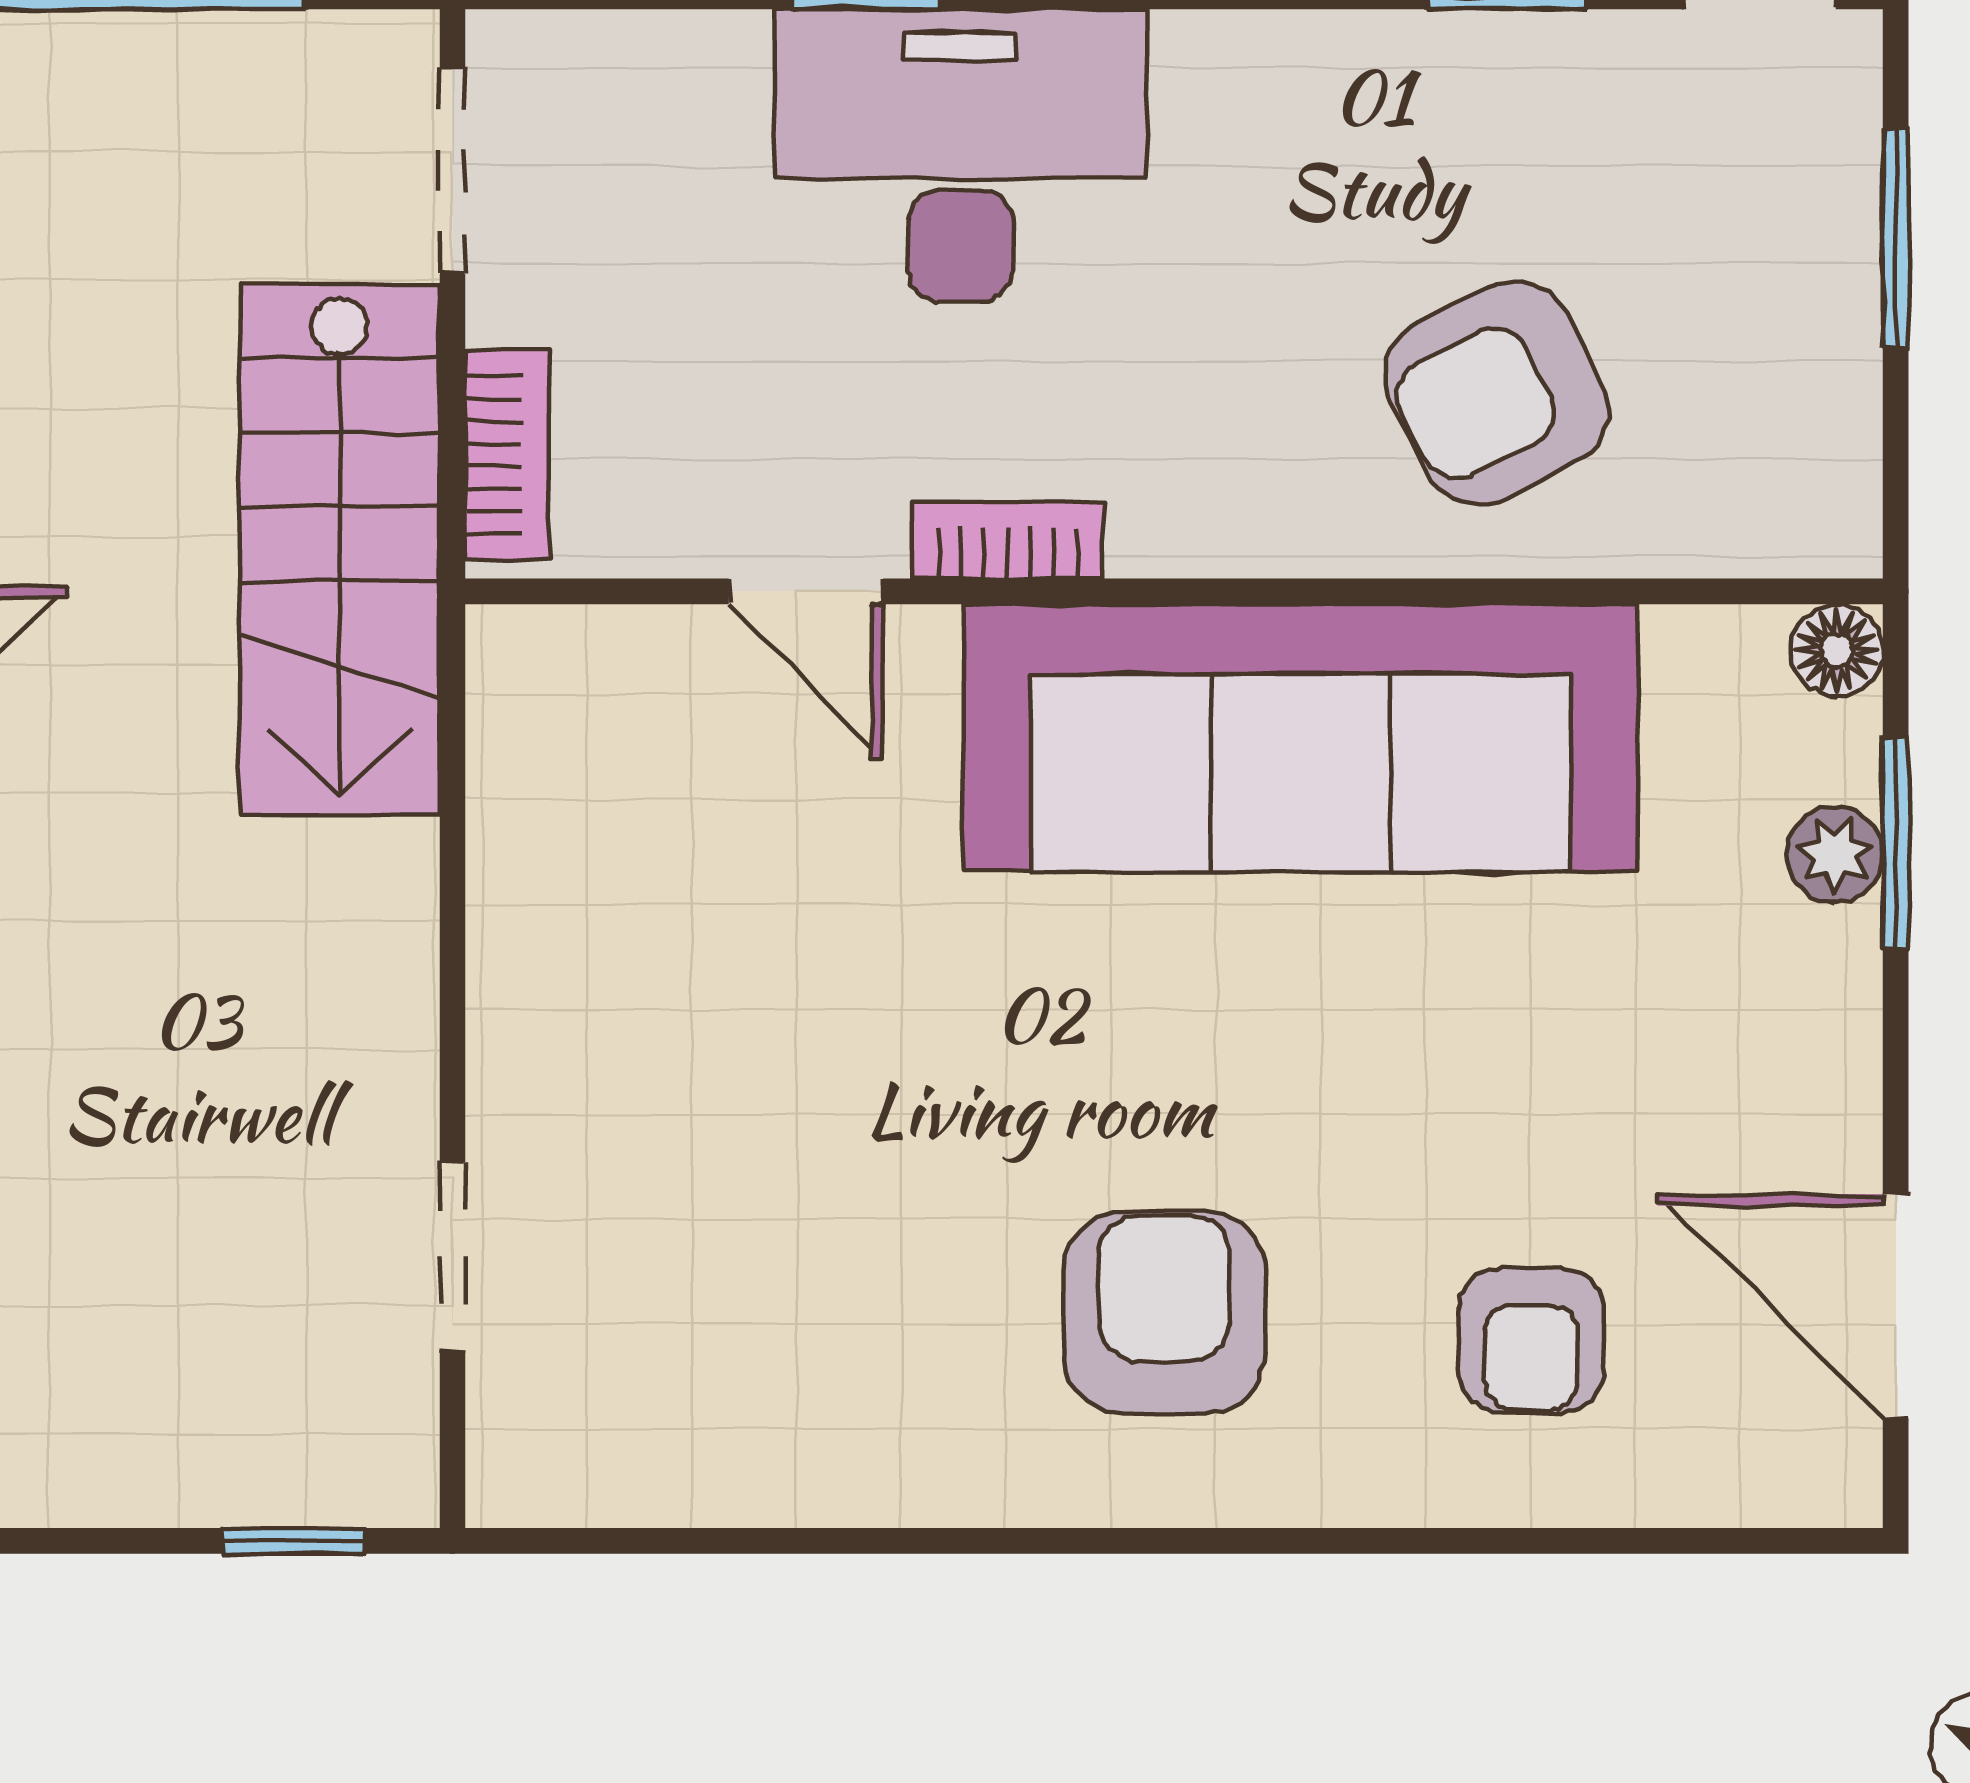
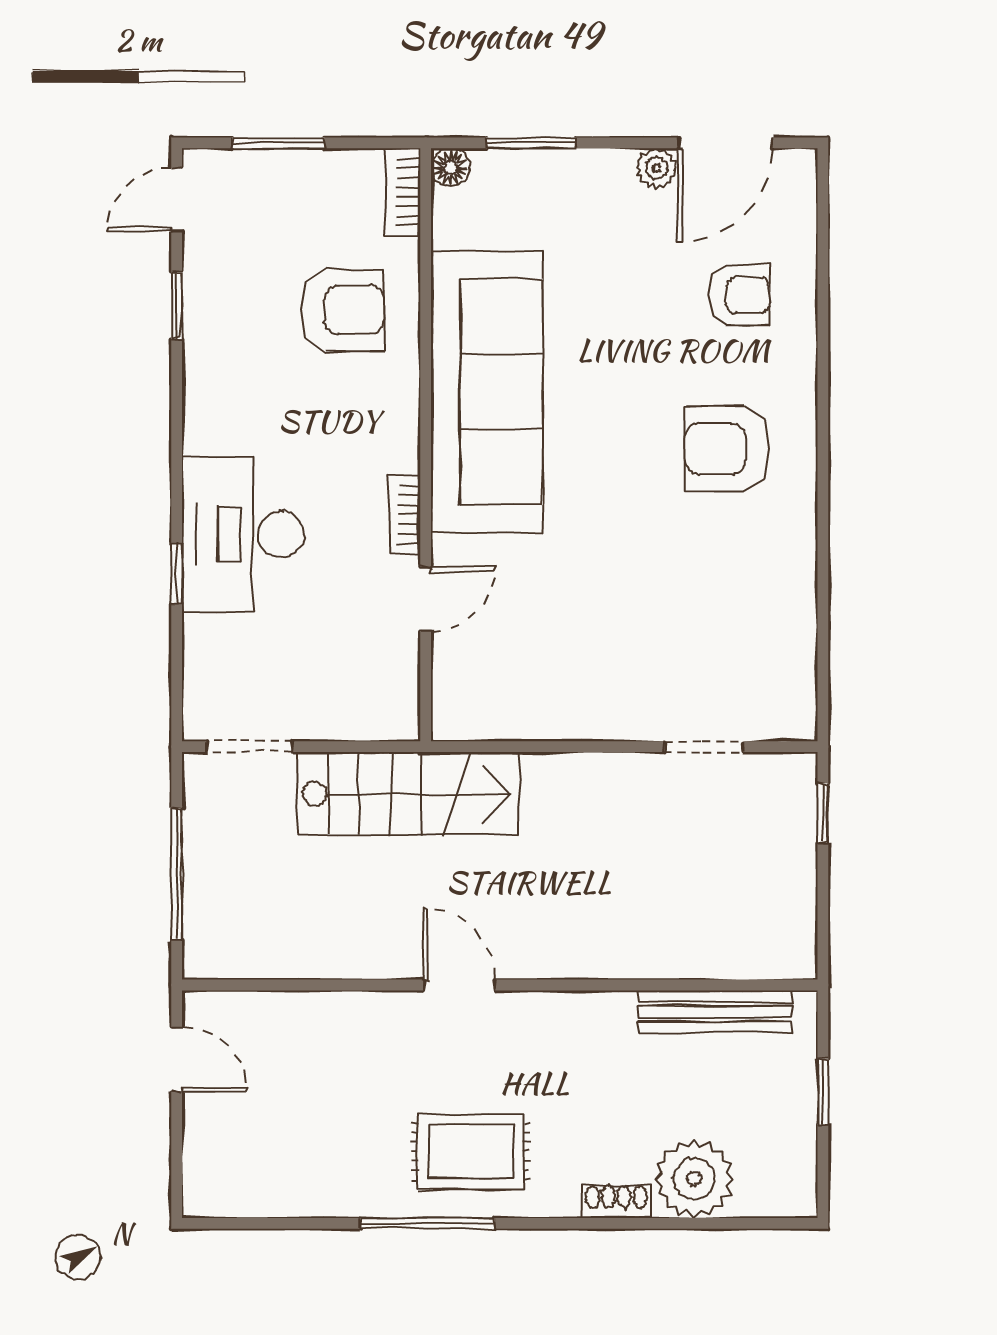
armchair: (1497, 393) -> (343, 310), turned -63
bookcase: (507, 455) -> (403, 192), moved, turned -90
plant: (1835, 854) -> (656, 168), moved

